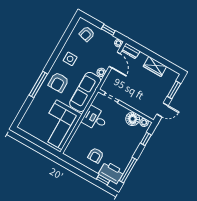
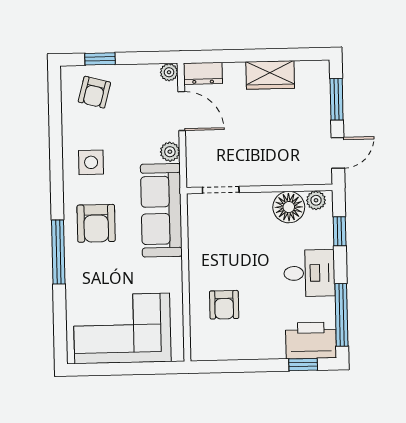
window: (108, 30) -> (100, 59), moved
desk: (95, 119) -> (309, 273), moved, turned 180
corner sofa: (59, 125) -> (122, 328), moved, turned 90
armchair: (96, 155) -> (224, 305), moved

